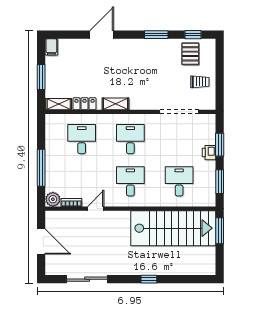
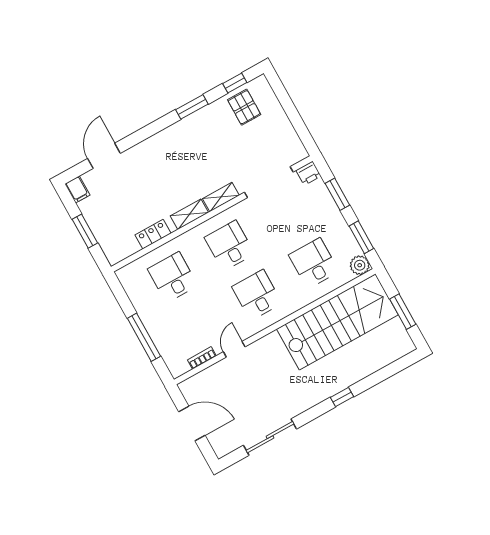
door: (102, 35) -> (104, 156), moved
trolley: (200, 82) -> (273, 134), removed
shelving: (59, 104) -> (221, 197), moved
printer: (209, 153) -> (308, 173), moved, turned -90
plant: (53, 199) -> (360, 265), moved
window: (220, 231) -> (403, 312), moved

